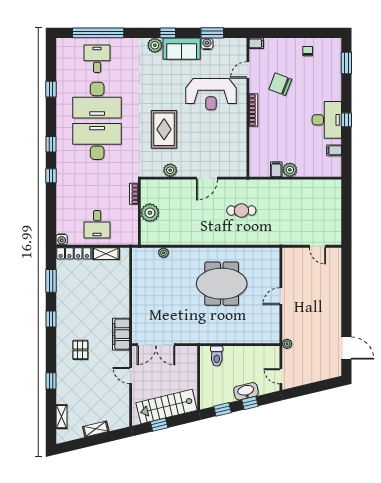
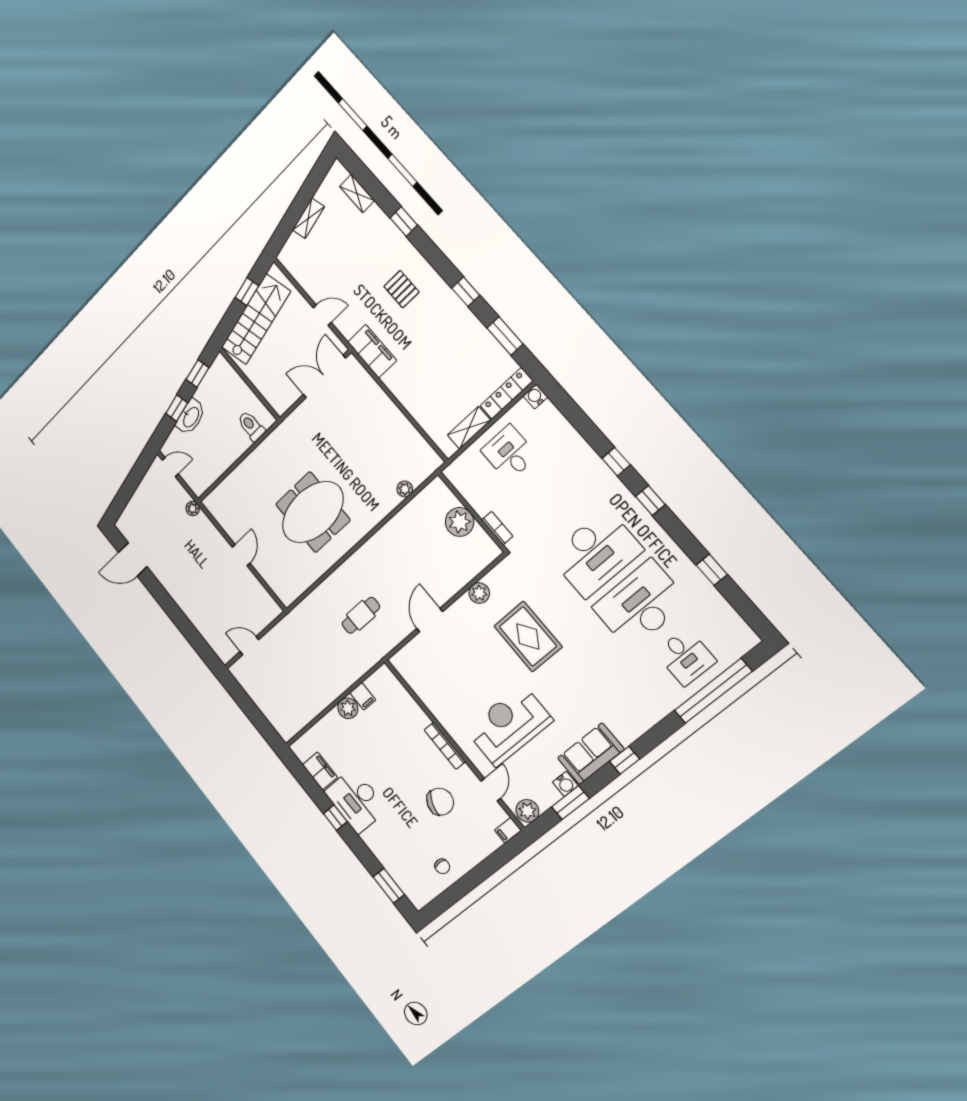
plant: (155, 45) -> (527, 811), moved
filing cabinet: (334, 150) -> (320, 771), width x2.00

